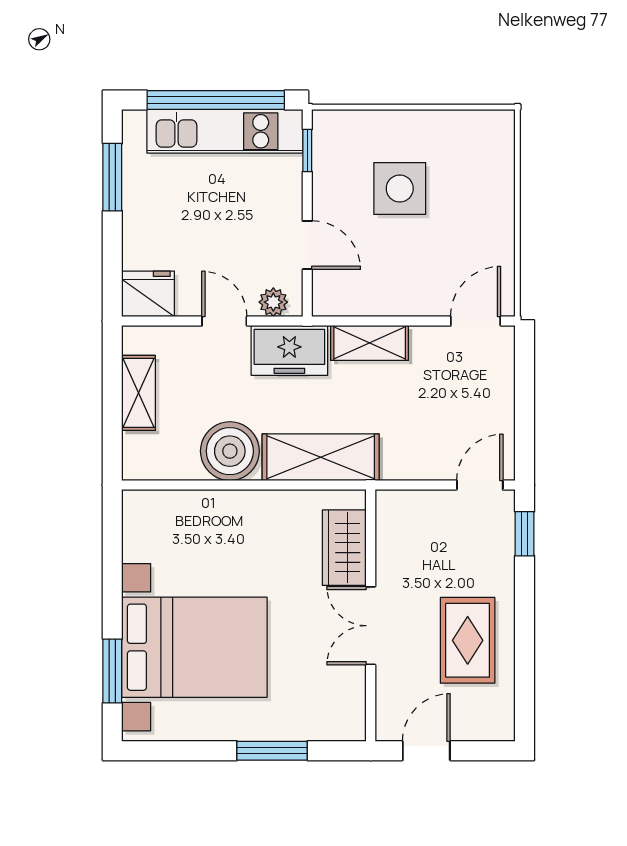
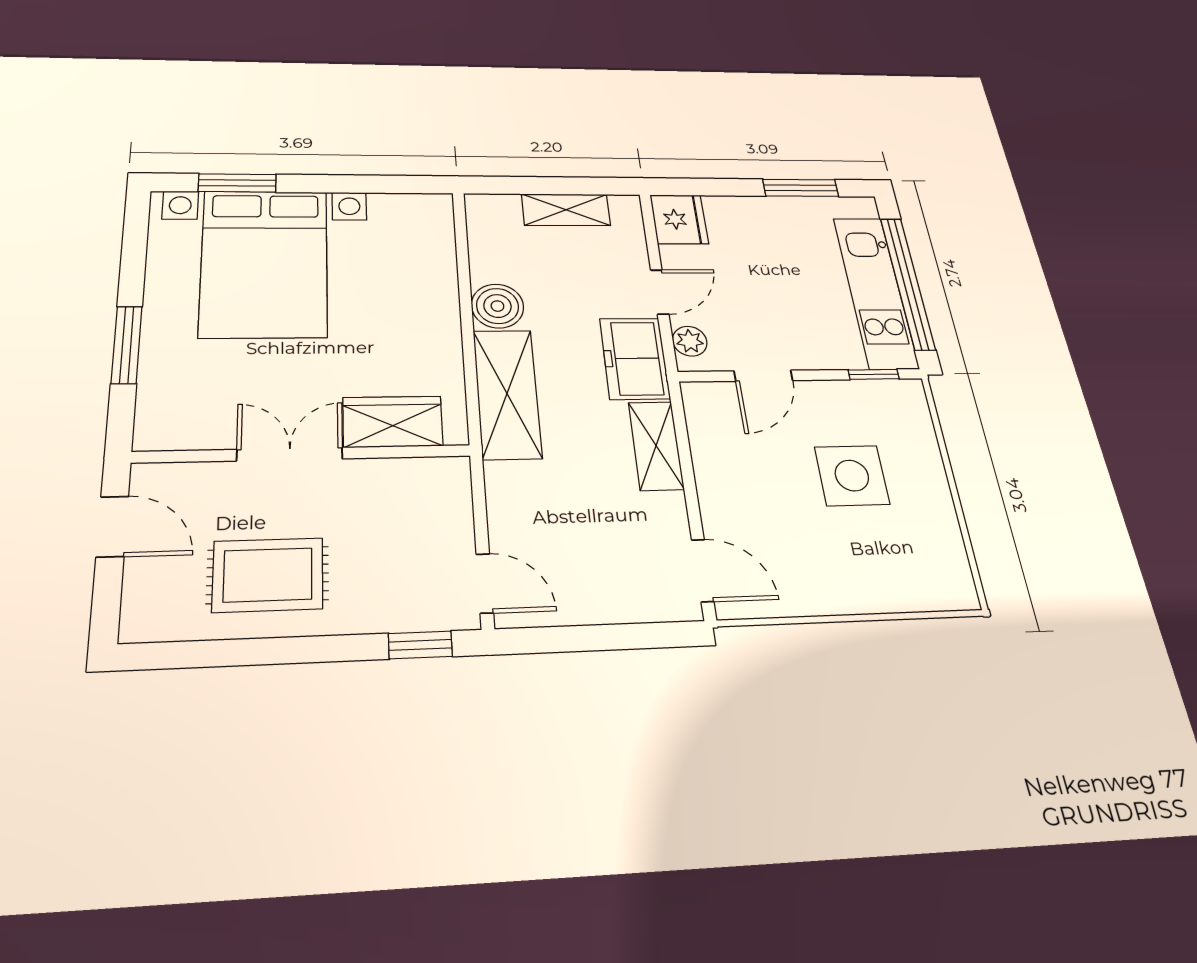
boiler: (230, 451) -> (497, 306), width x0.73, depth x0.73

